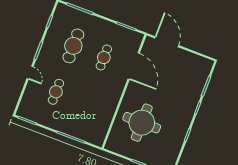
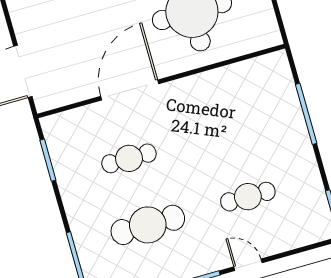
door: (134, 66) -> (130, 90), moved
door: (30, 73) -> (248, 265), hinge flipped

